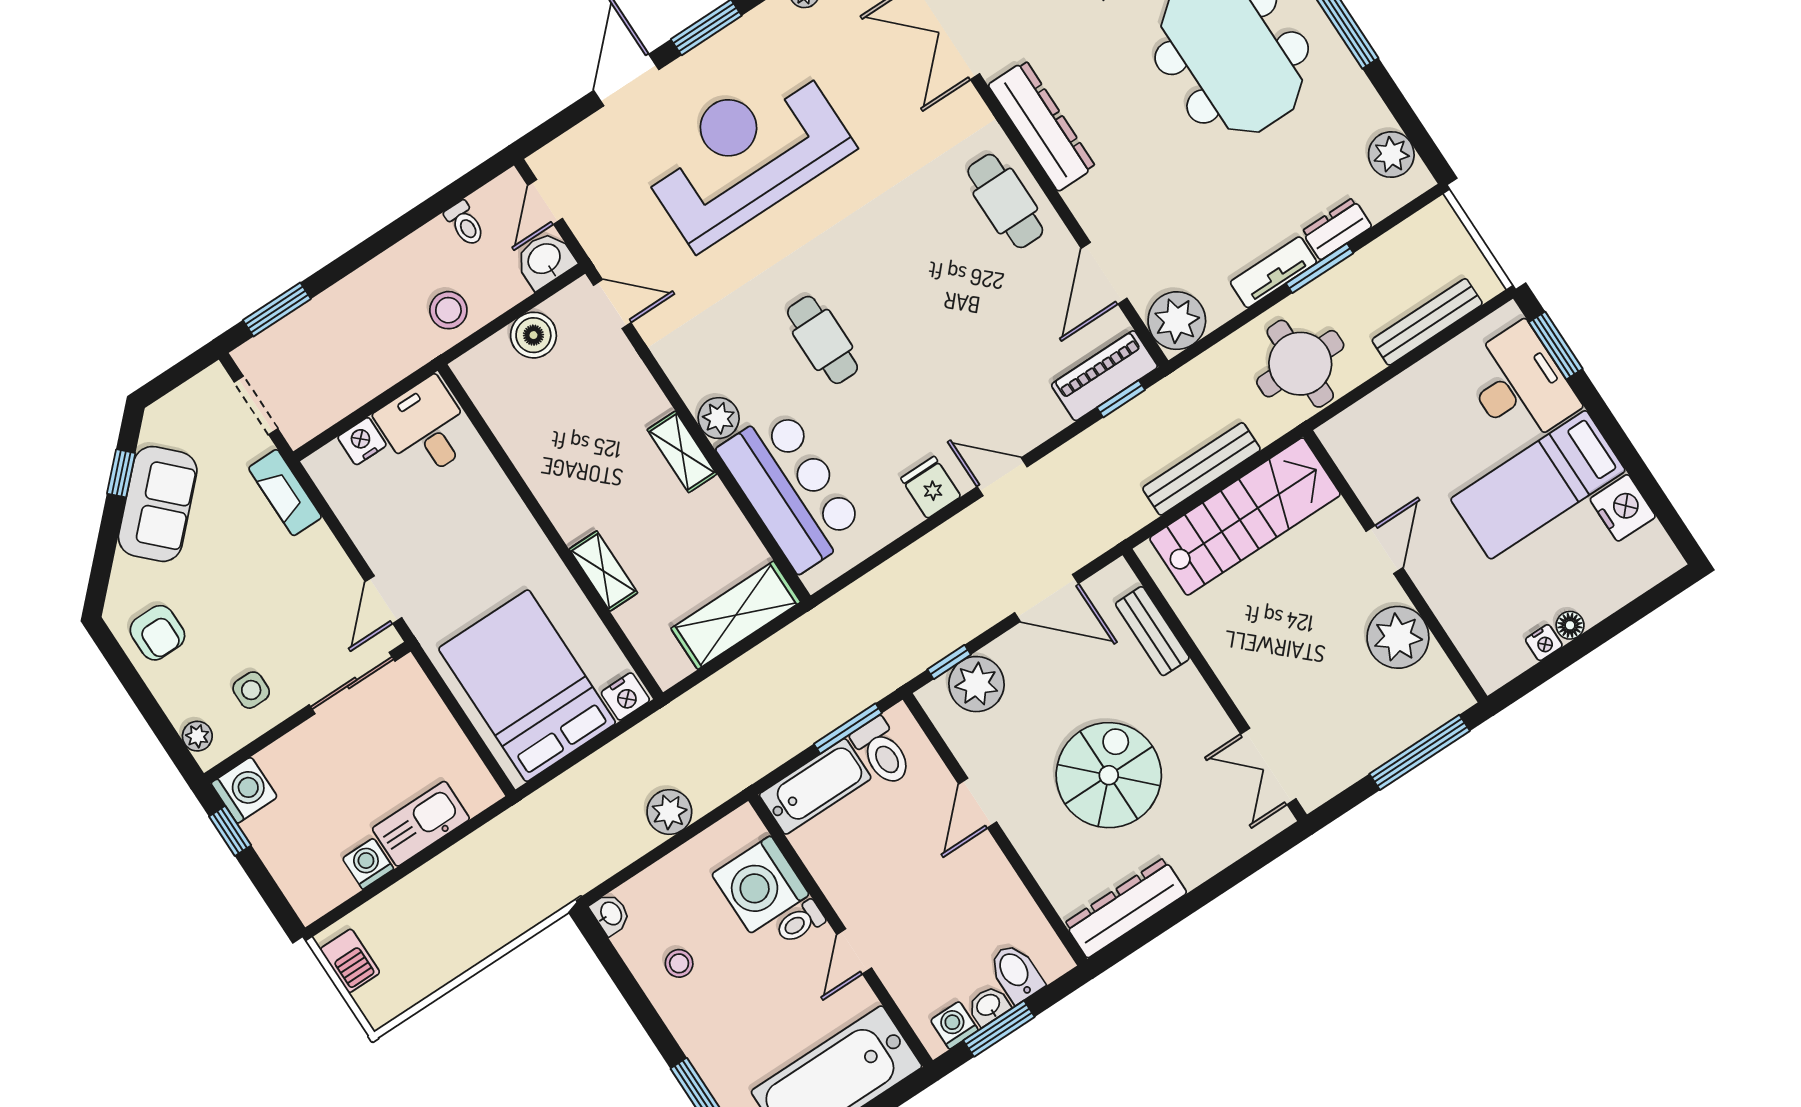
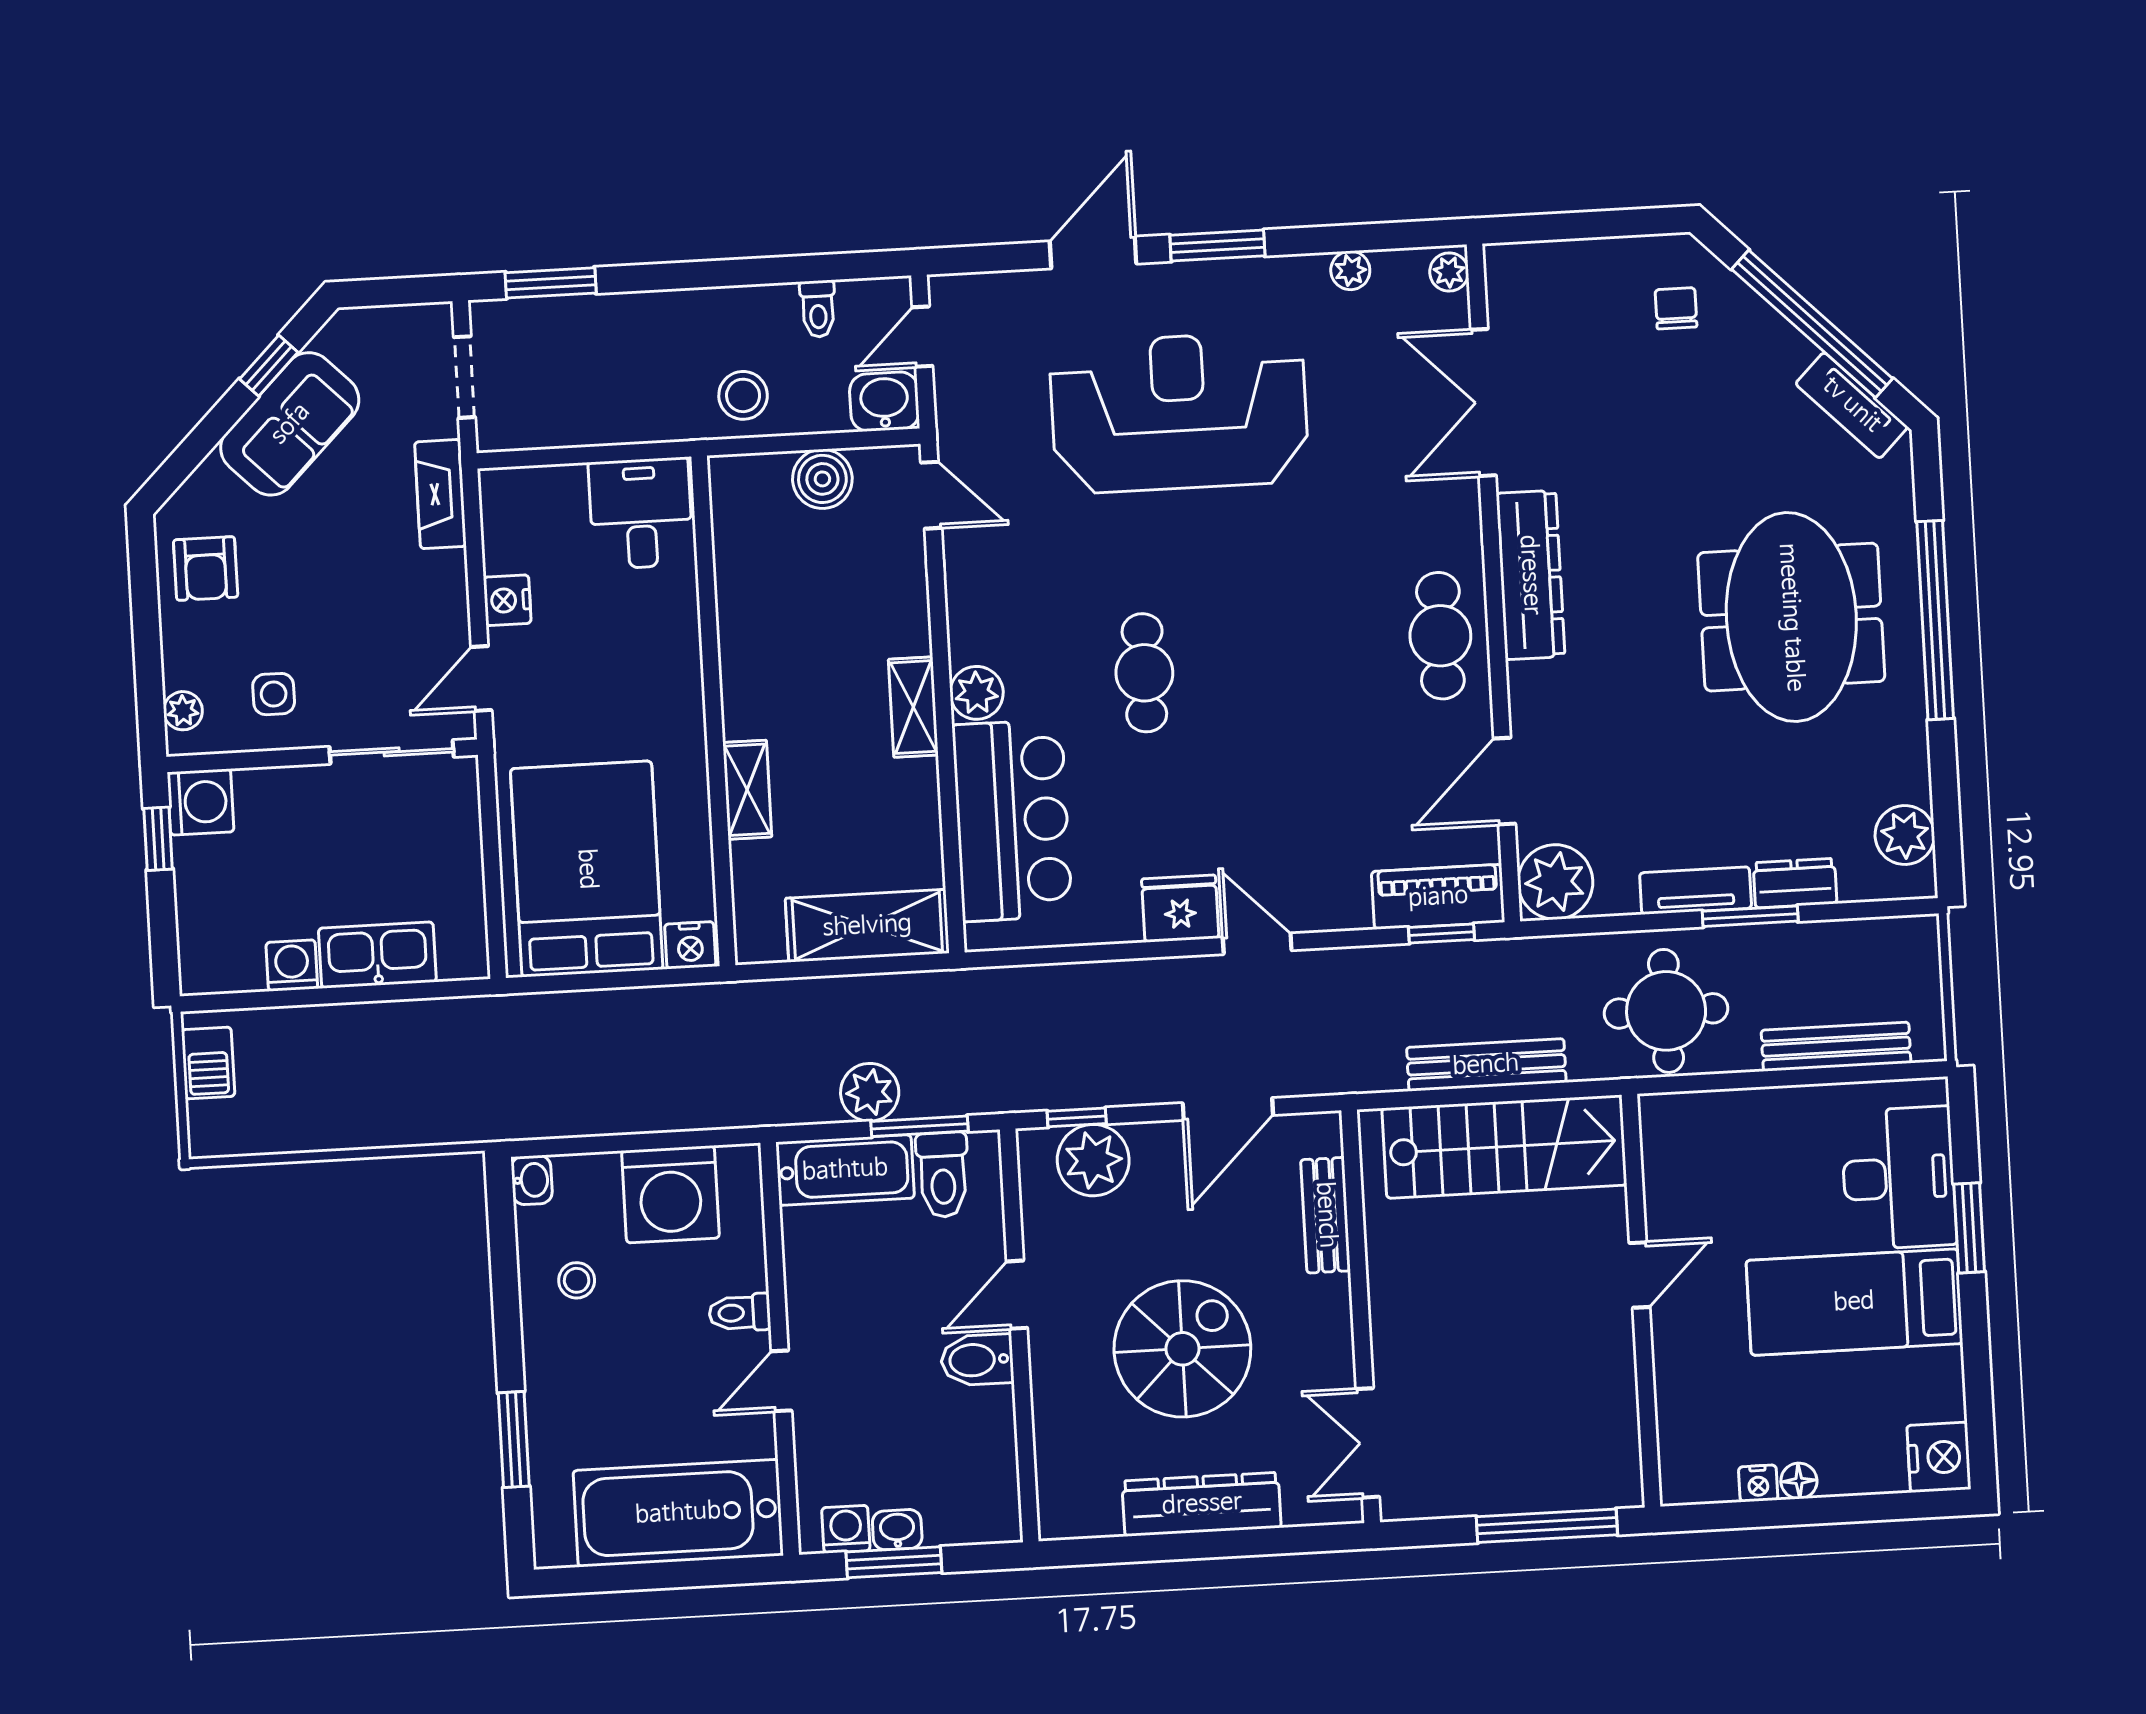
window: (1556, 346) -> (1969, 1228), moved
nightstand: (362, 441) -> (507, 600), moved, turned -90
fridge: (931, 487) -> (1180, 909), width x1.38
nightstand: (1623, 508) -> (1939, 1457), moved
door: (1046, 598) -> (1228, 1109), hinge flipped
plant: (1398, 637) -> (1598, 1382), removed
plant: (669, 812) -> (870, 1092), moved
washing machine: (761, 884) -> (670, 1194), moved, turned -90
dresser: (1126, 908) -> (1202, 1504), moved
bidet: (1016, 973) -> (977, 1360), moved, turned -90

